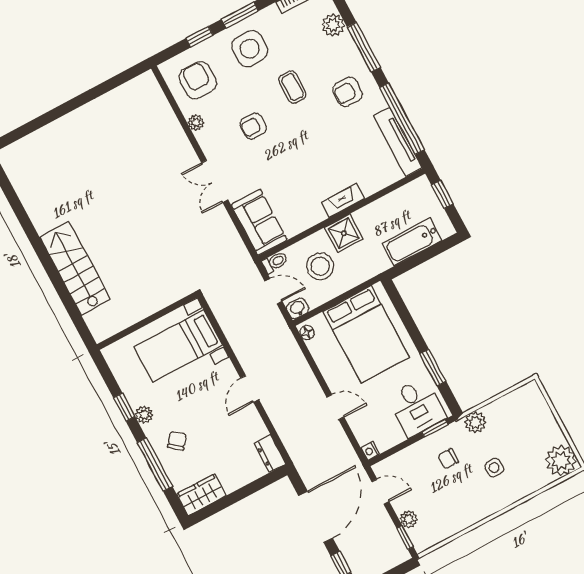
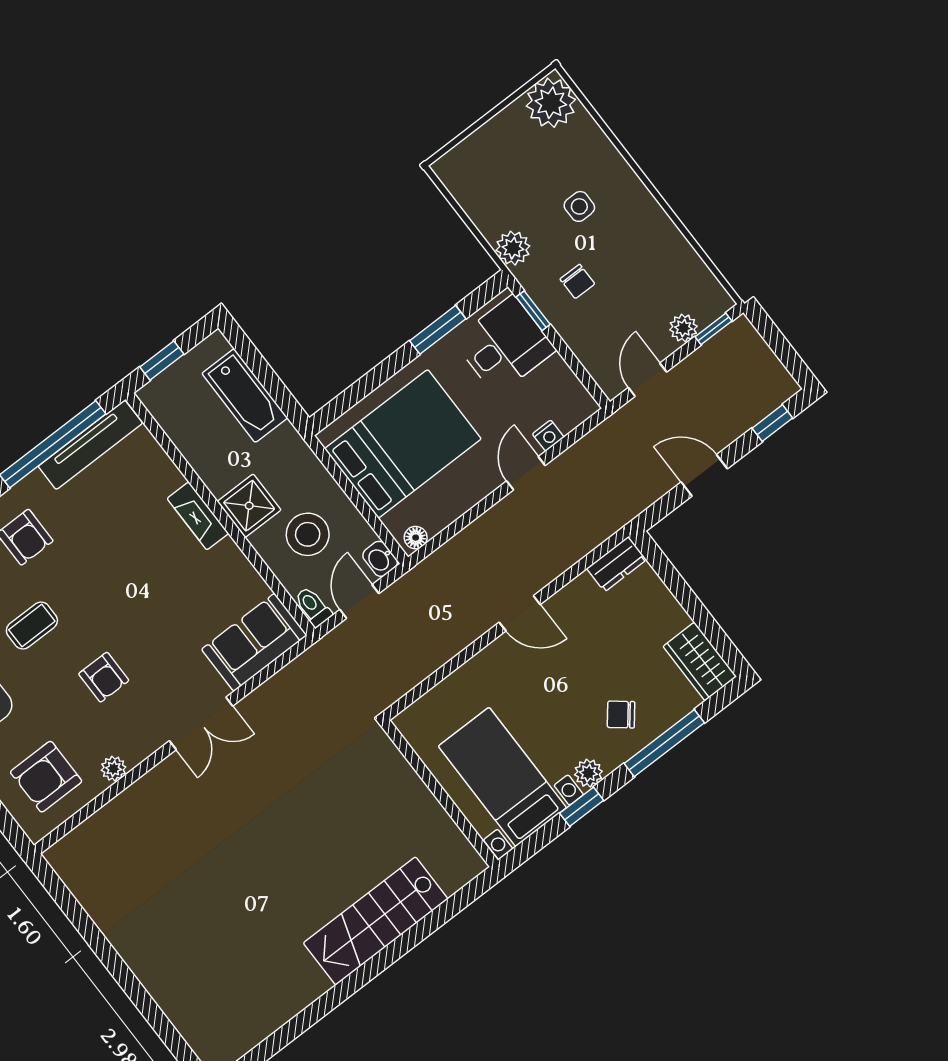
bed with nightstands: (178, 346) -> (502, 777), moved, turned 180
nightstand: (370, 451) -> (548, 436), moved
door: (316, 517) -> (704, 475), width x0.53

